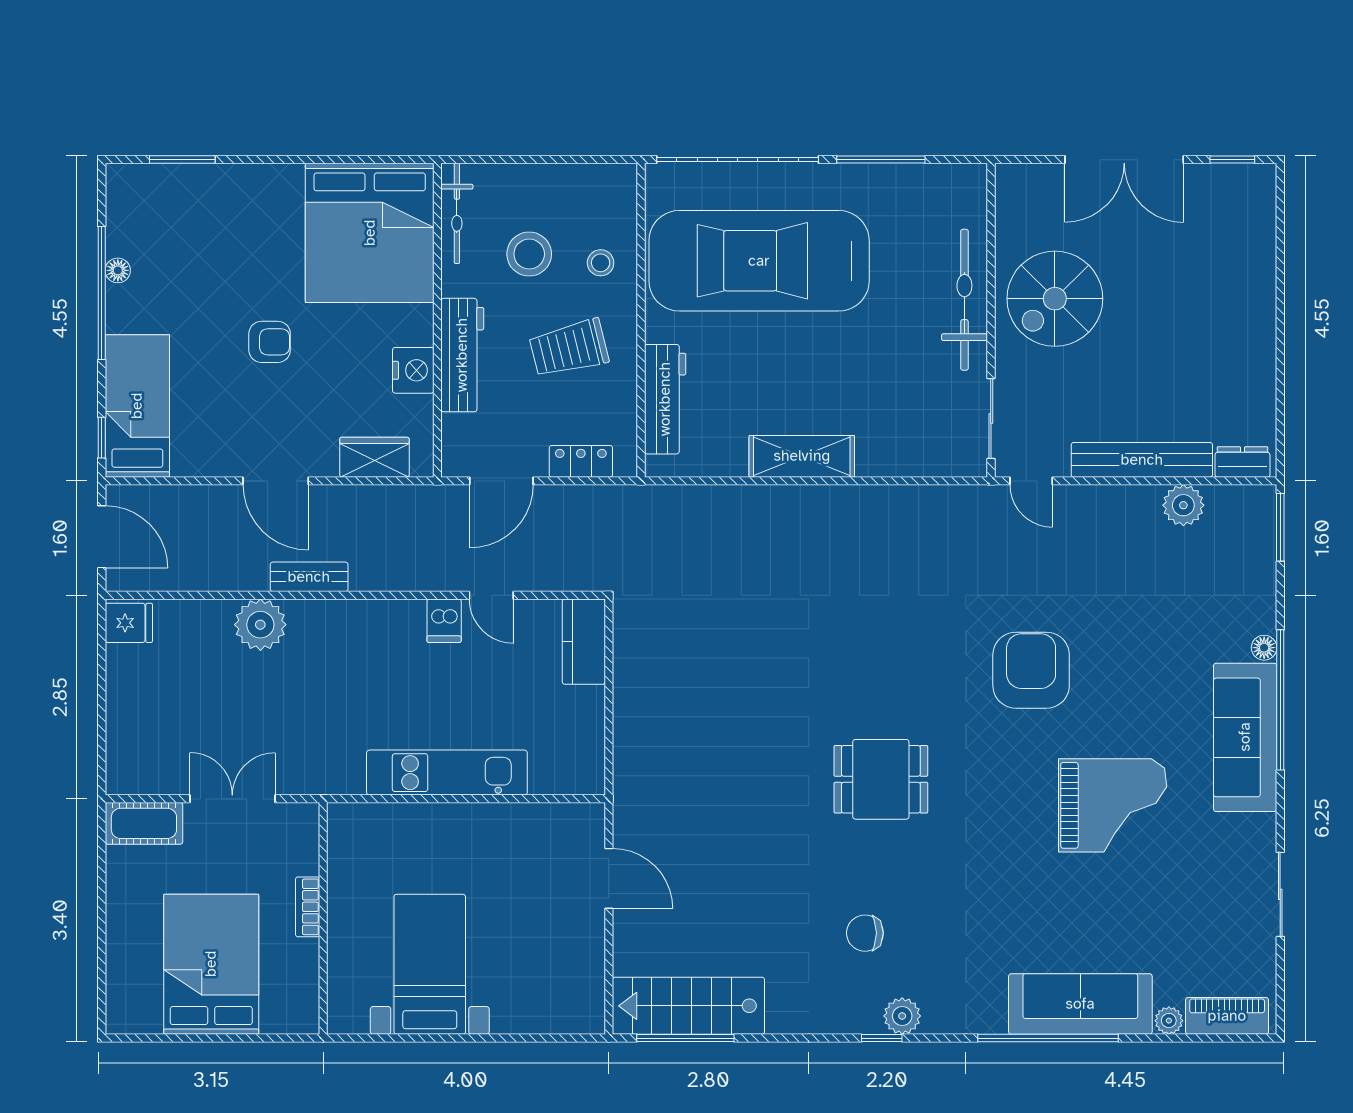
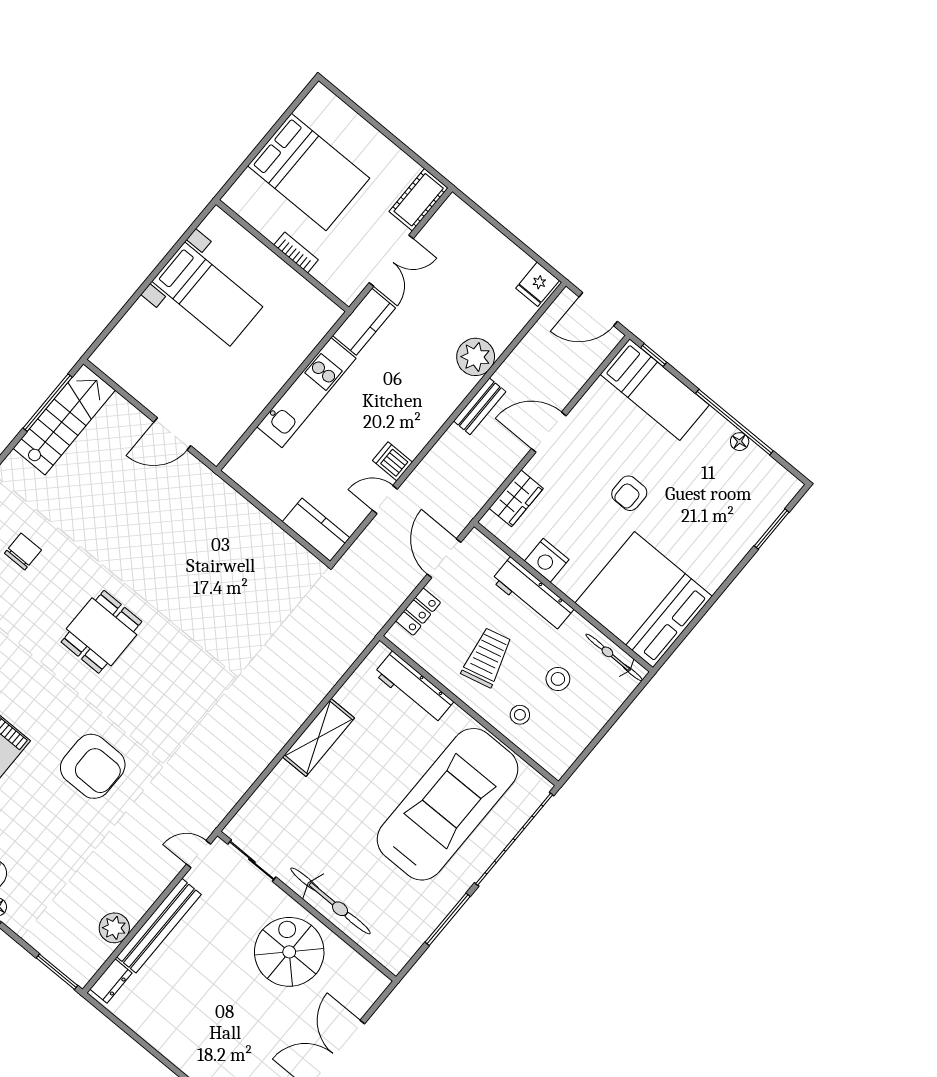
stool: (529, 254) -> (558, 679), width x0.73, depth x0.73
kitchen counter: (321, 774) -> (364, 322), added

